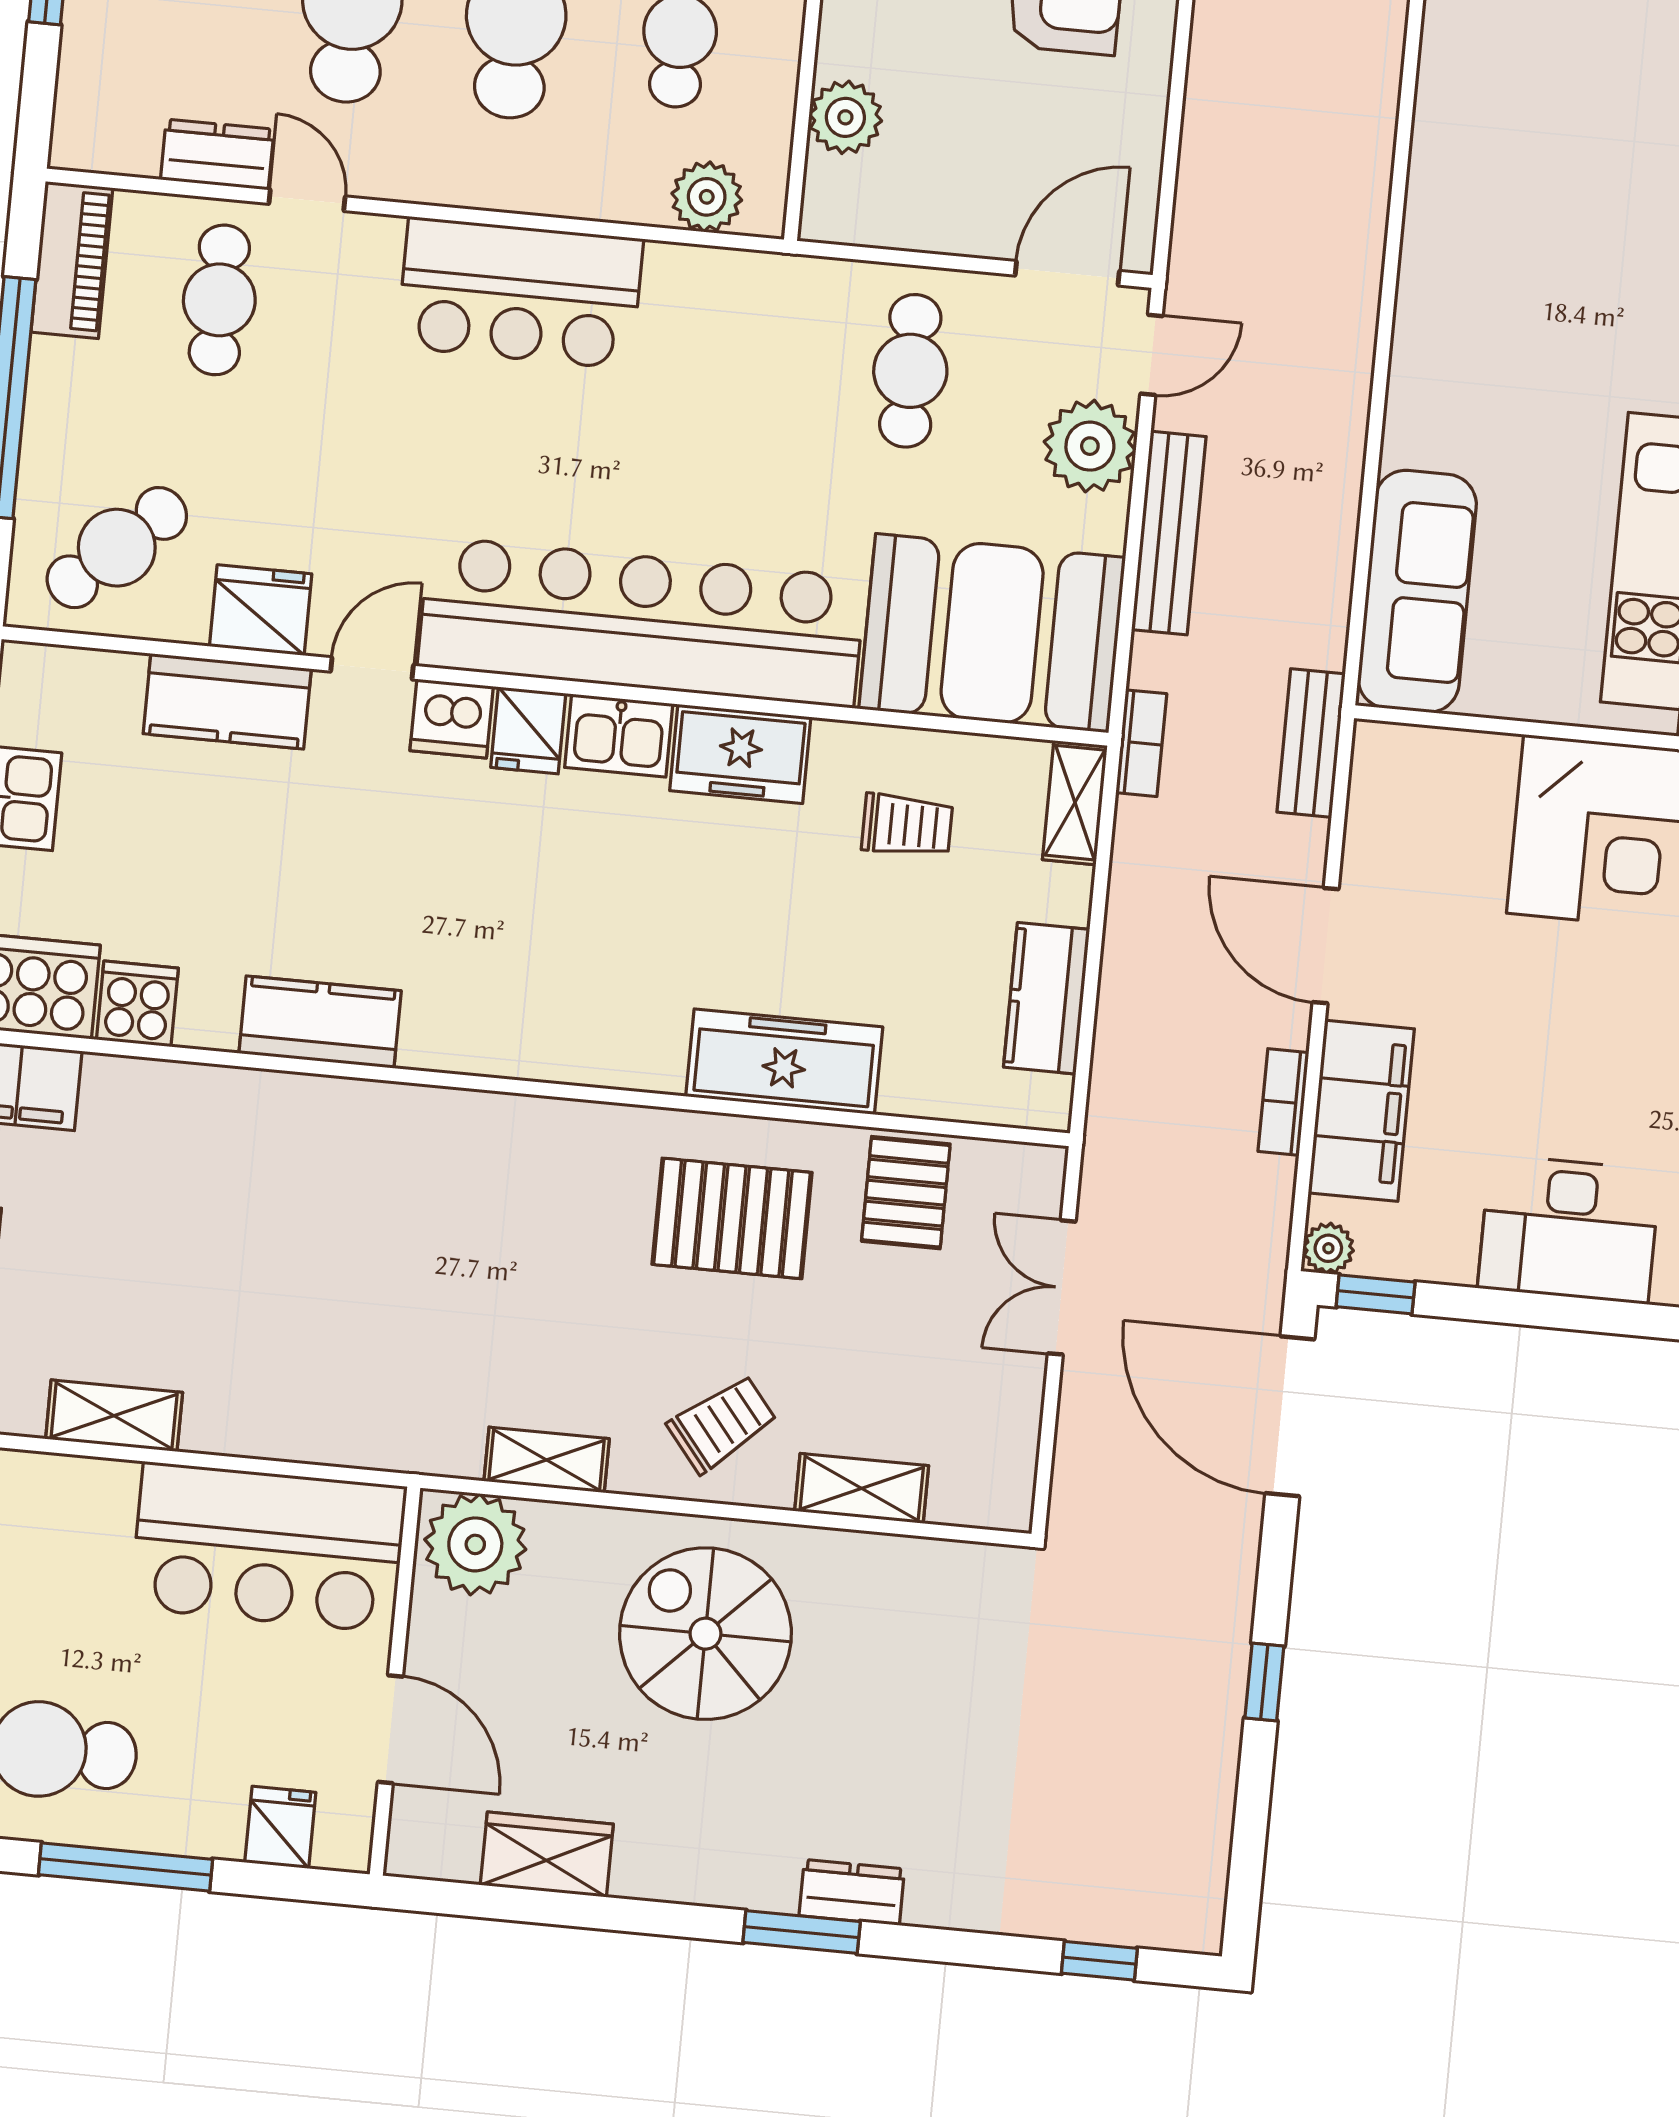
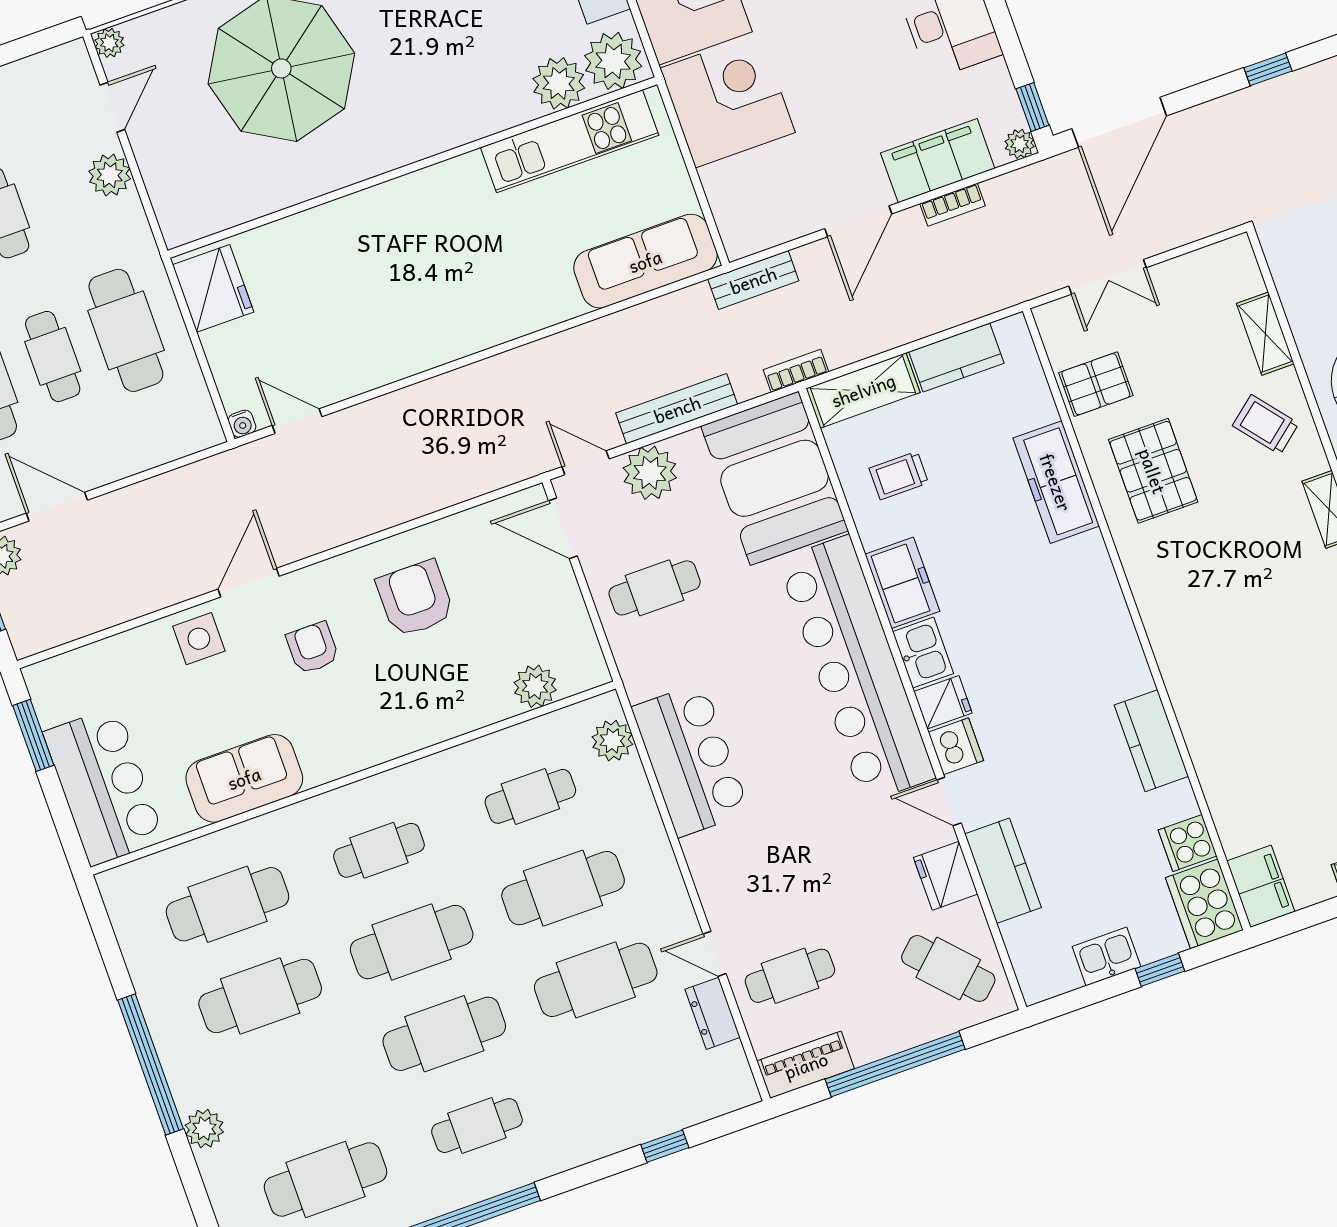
door: (307, 200) -> (714, 954), hinge flipped
bar counter: (520, 293) -> (691, 760), moved
shelving: (1075, 803) -> (863, 390), width x1.50, depth x1.33
trolley: (907, 825) -> (899, 476), turned -90

